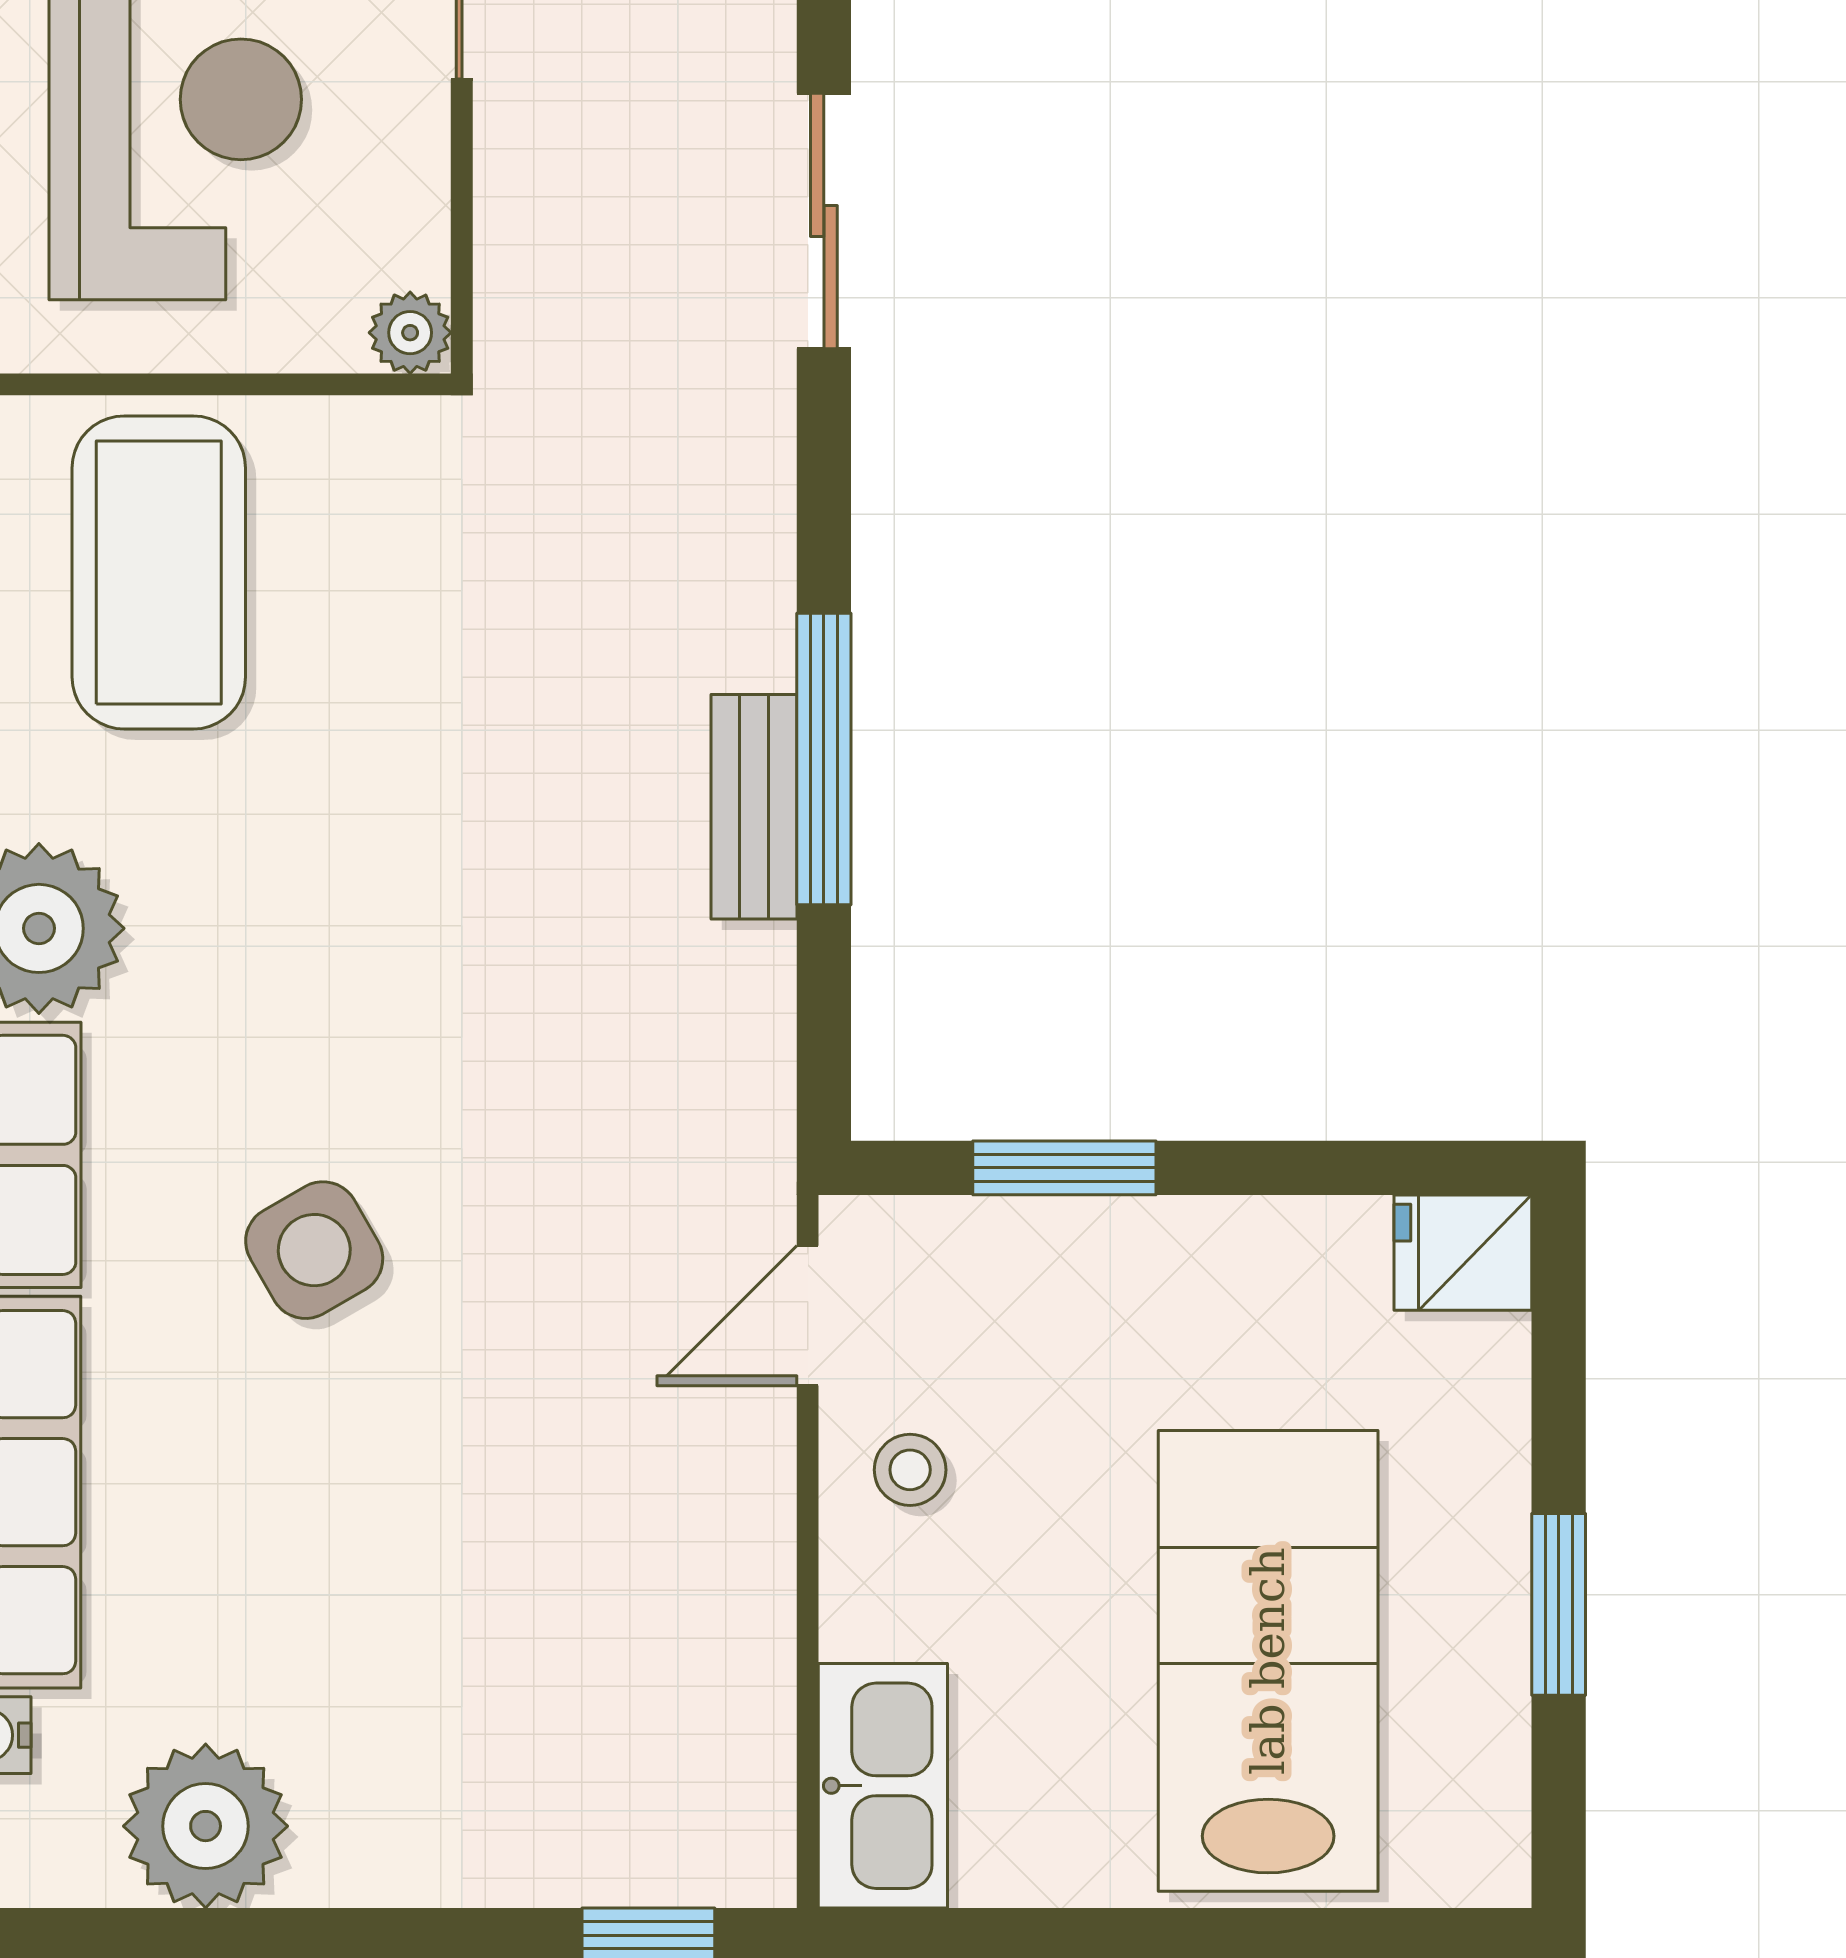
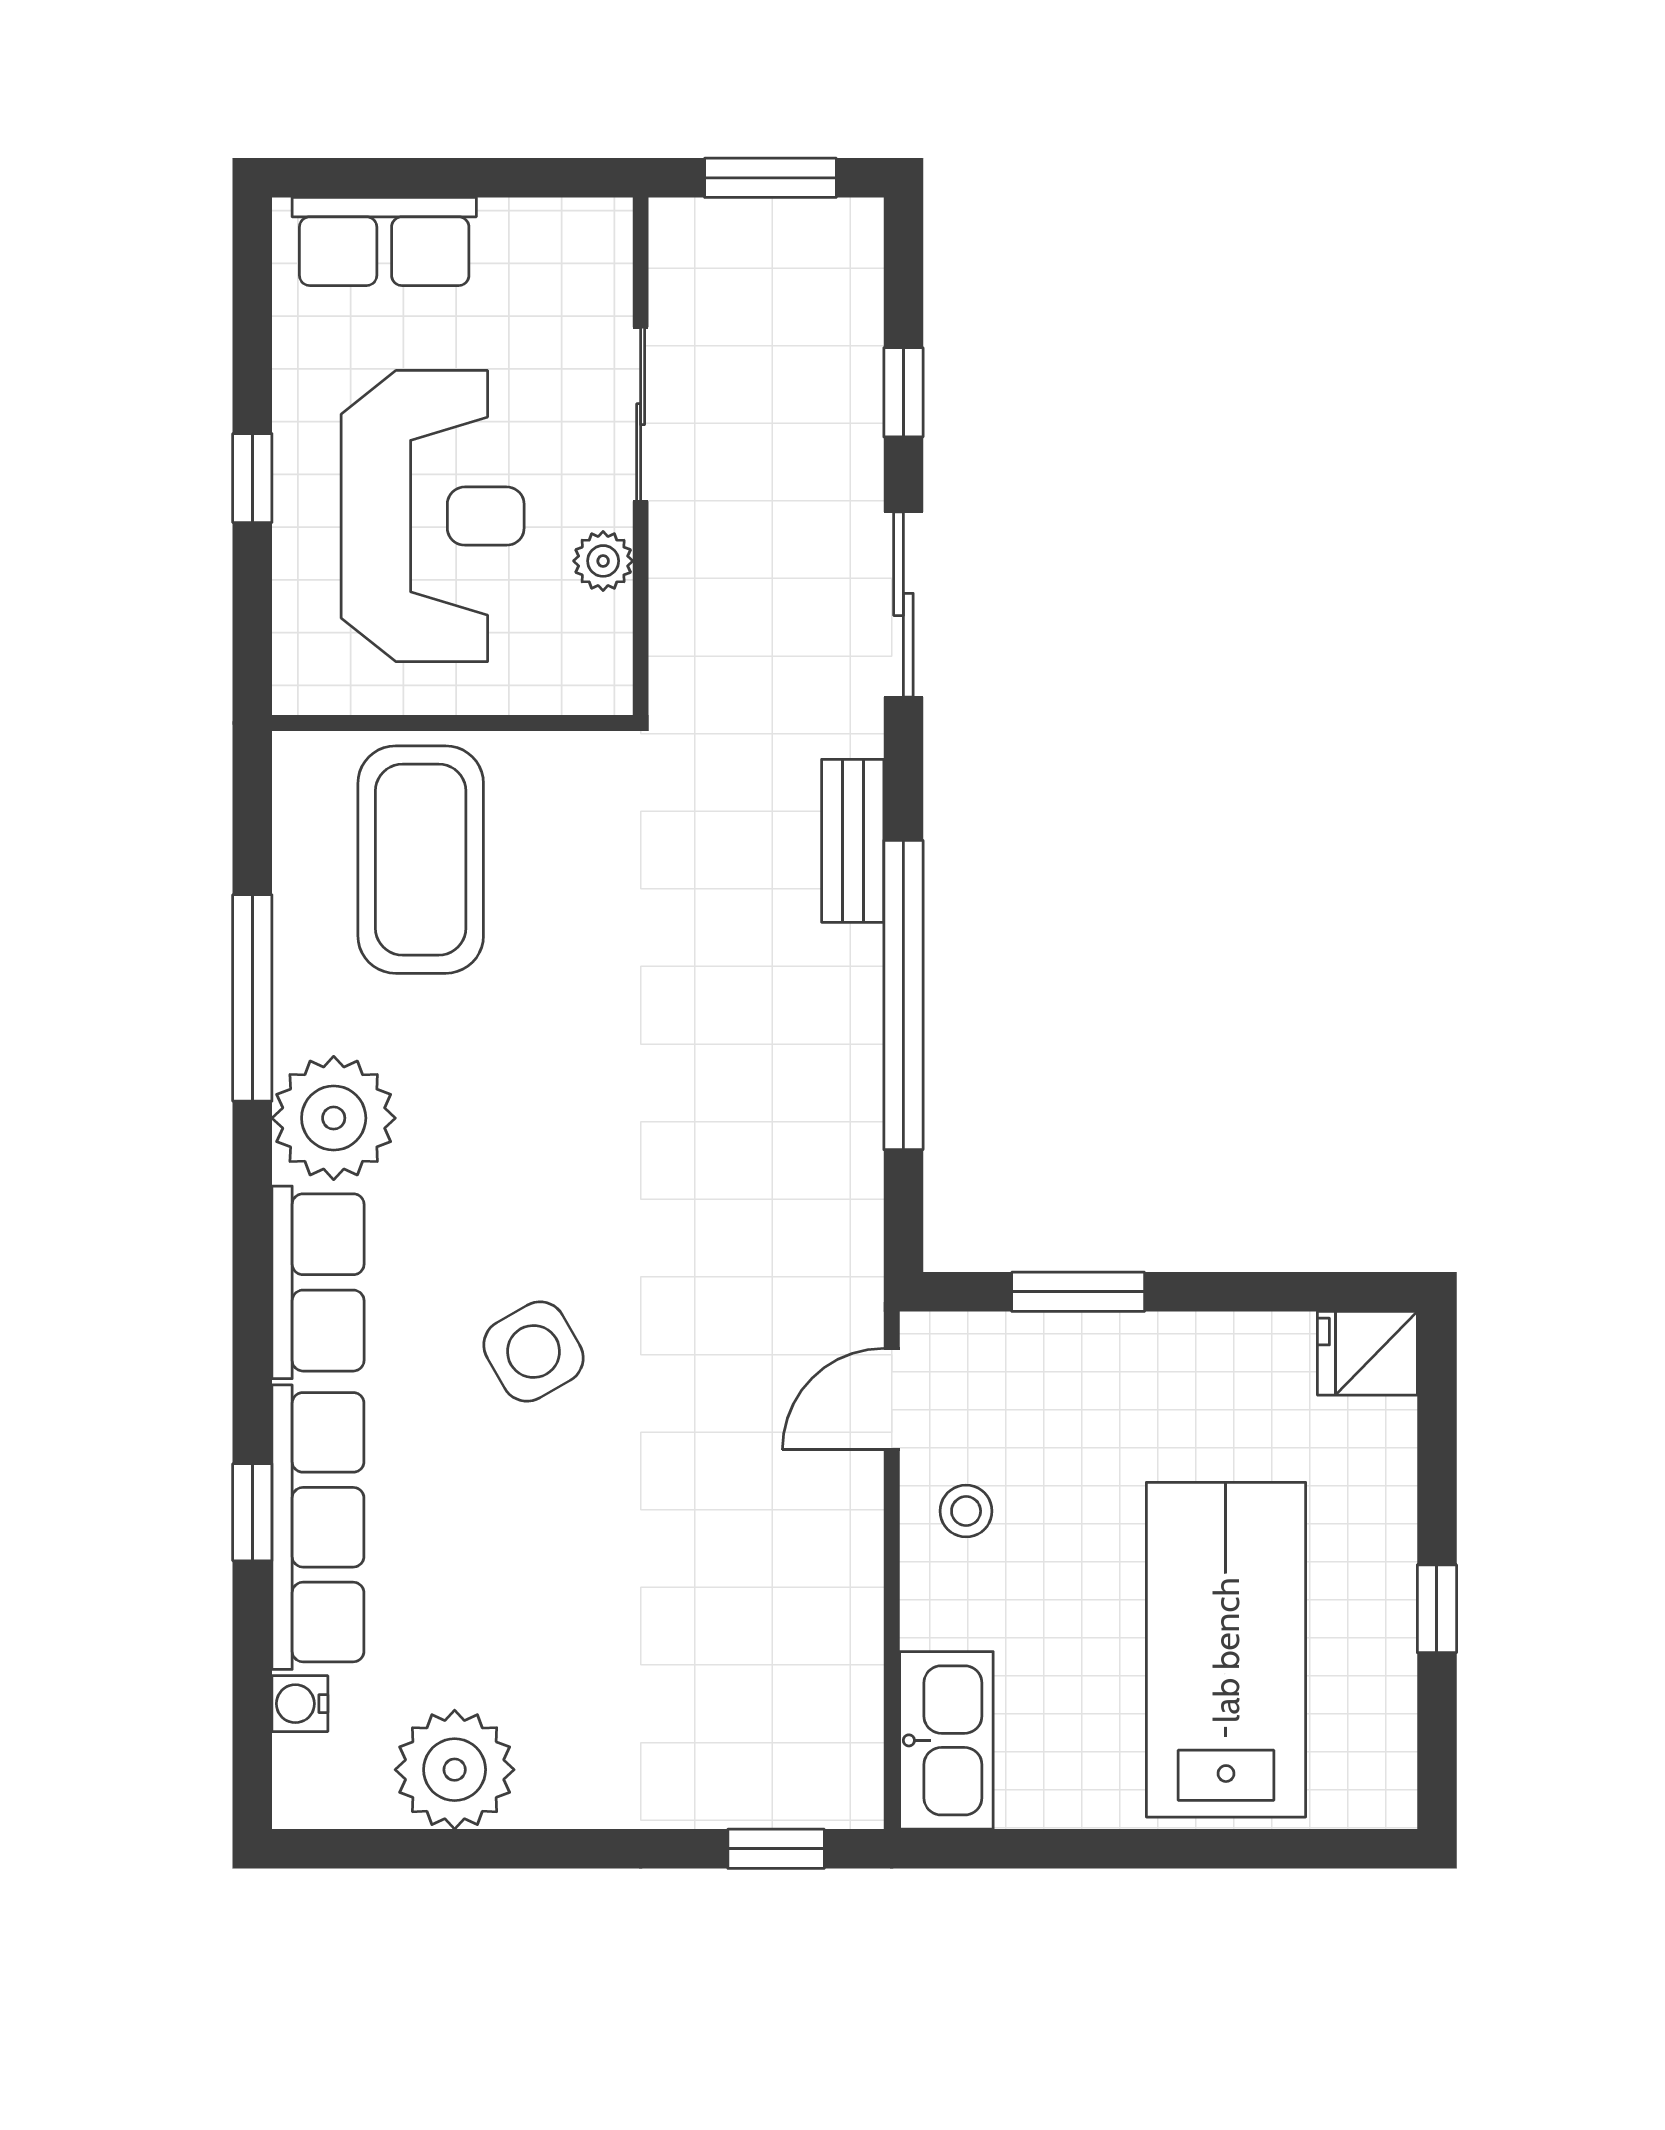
plant: (410, 333) -> (603, 561), moved
window: (824, 759) -> (903, 995), width x1.46
bench: (754, 807) -> (853, 841), moved
window: (1559, 1604) -> (1437, 1609), width x0.67

